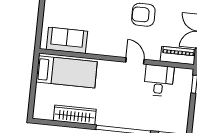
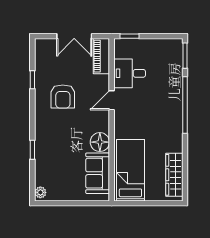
floor lamp: (96, 46) -> (100, 142), added
wardrobe: (75, 115) -> (174, 175), moved

